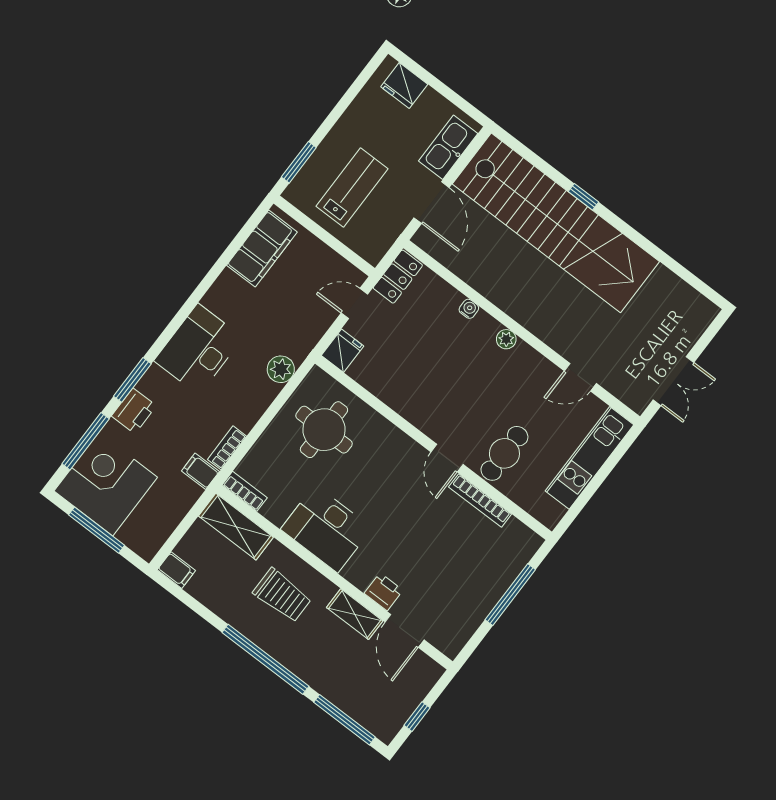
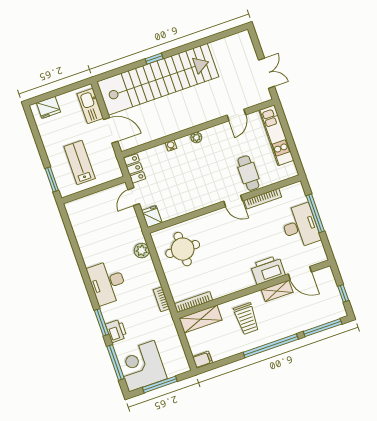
filing cabinet: (262, 249) -> (80, 223), removed
filing cabinet: (200, 471) -> (164, 319), removed
bookcase: (245, 491) -> (193, 302), width x1.56
desk: (326, 529) -> (300, 226), moved, turned -90
printer: (384, 592) -> (268, 270), width x1.87, depth x1.48
trolley: (282, 595) -> (246, 319), turned 90

